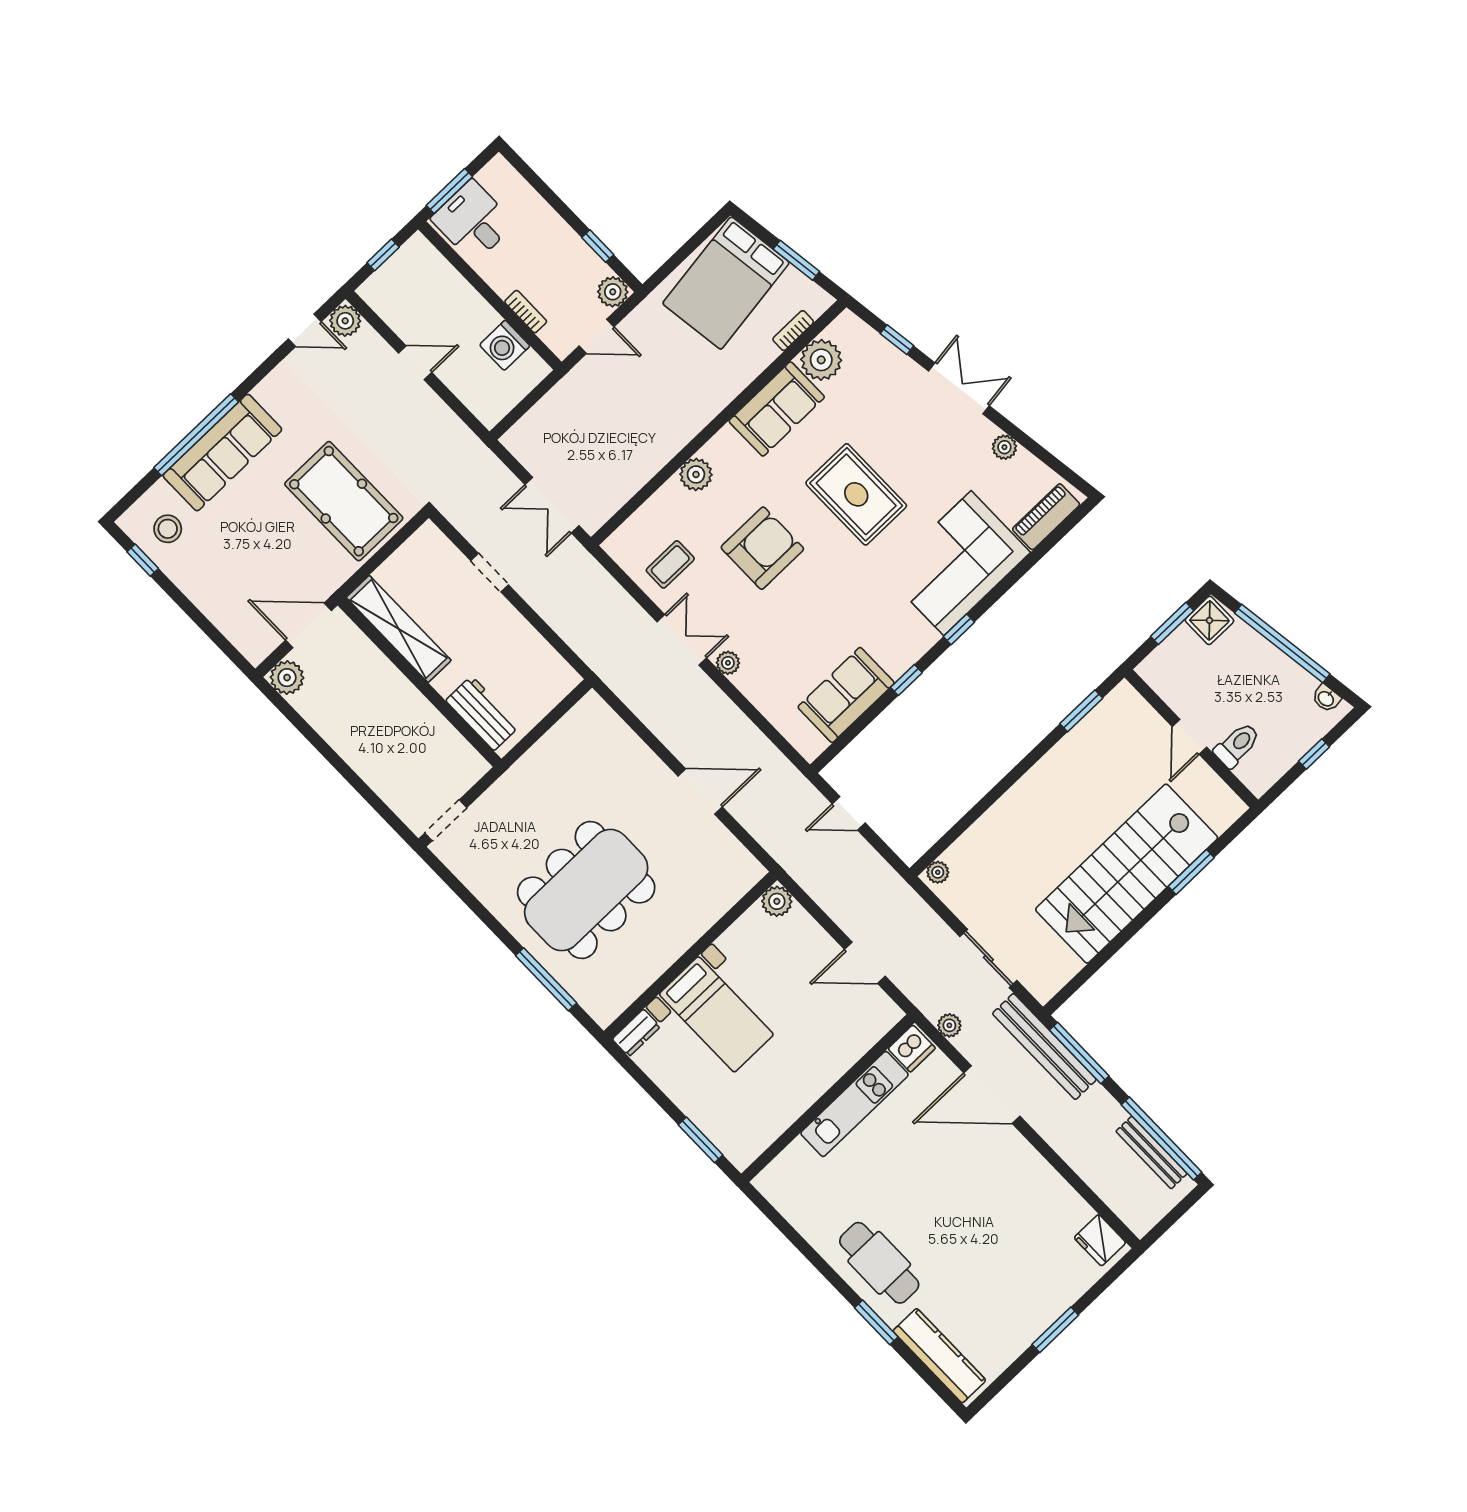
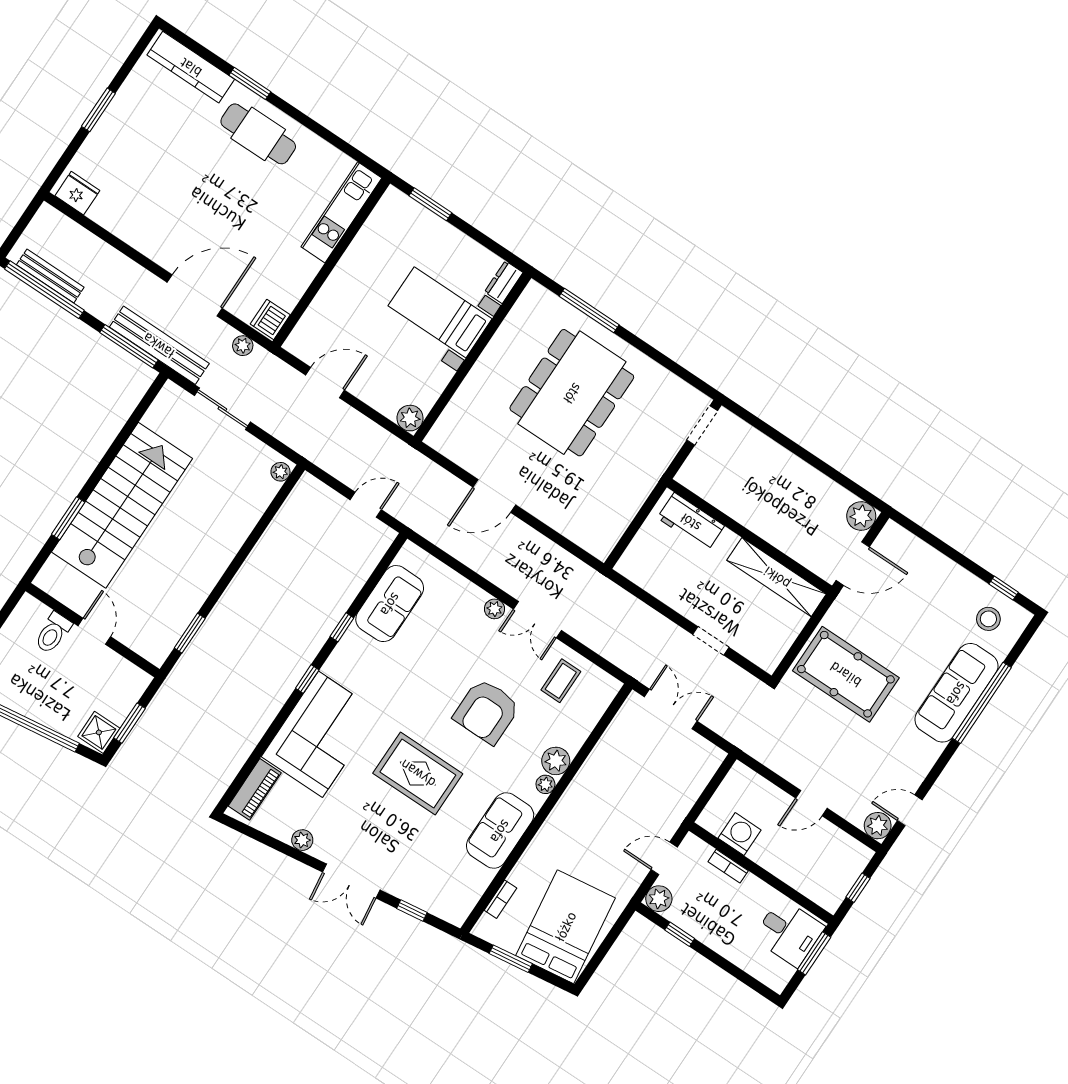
plant: (821, 360) -> (545, 784), moved, width x0.53, depth x0.53
kitchen unit: (855, 1104) -> (341, 212), moved

